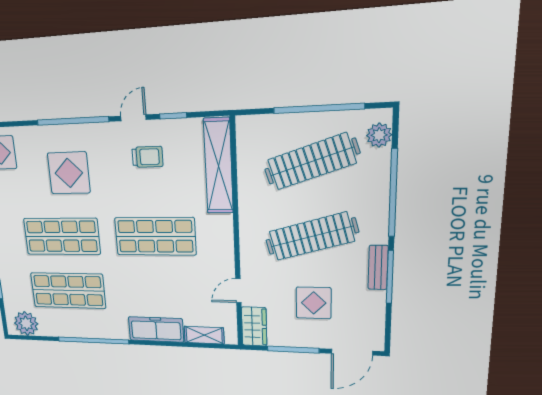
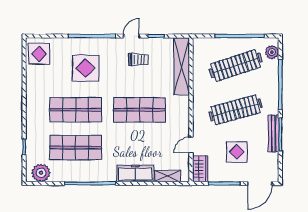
bench: (378, 267) -> (274, 134), width x1.36

